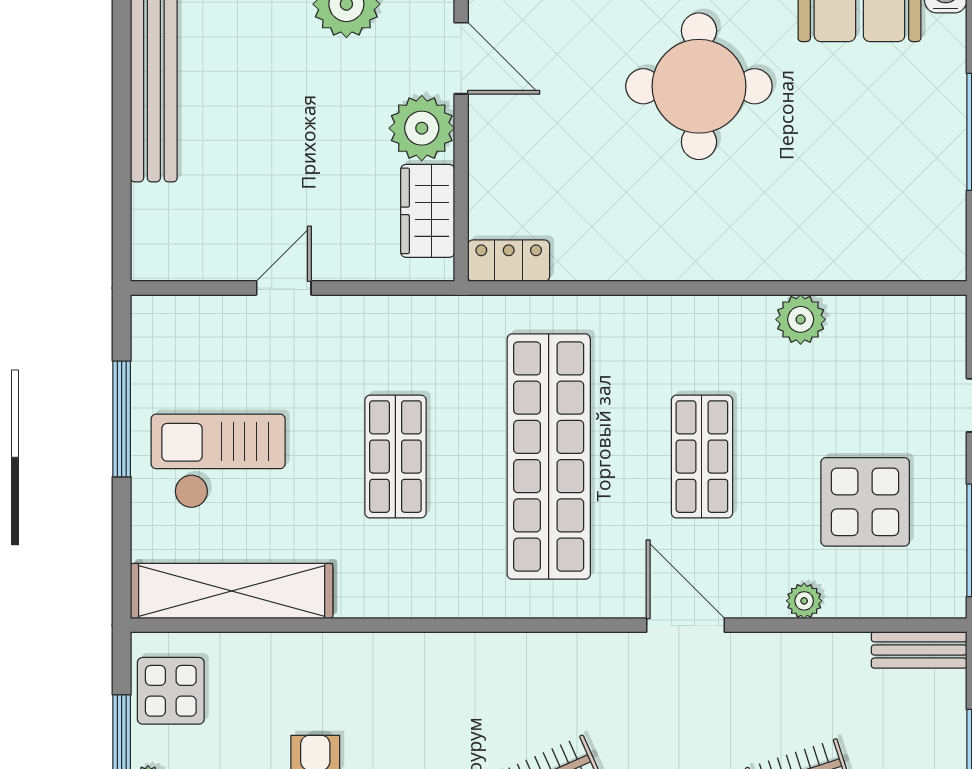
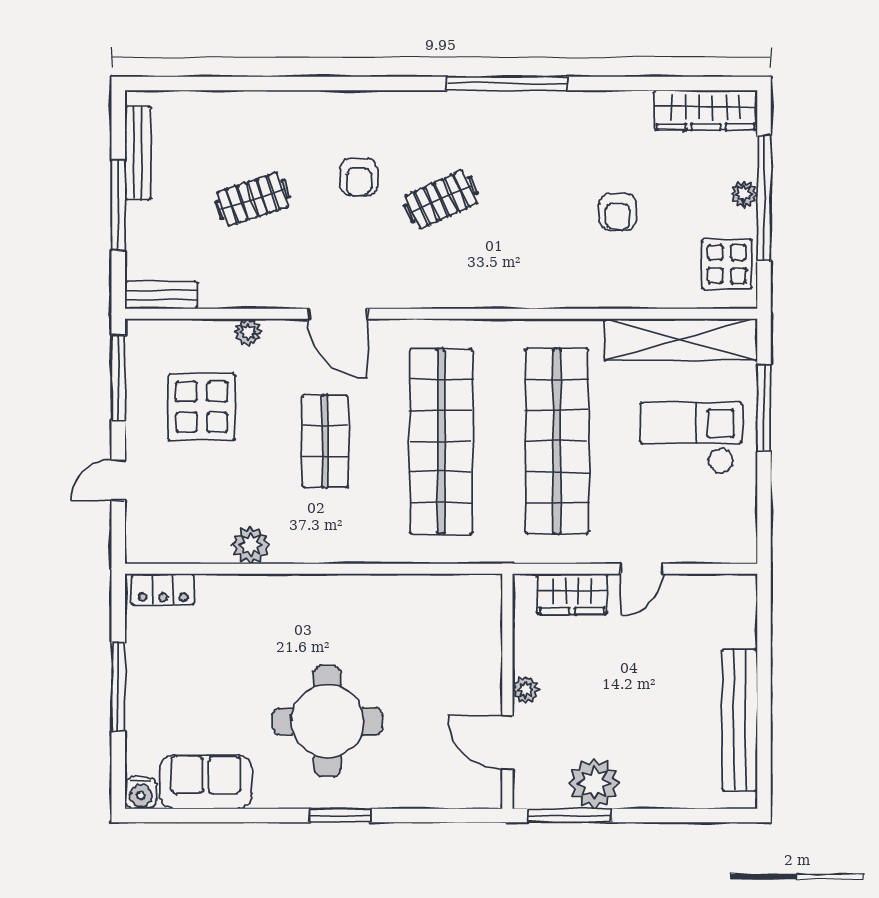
plant: (422, 128) -> (526, 690), width x0.53, depth x0.53
wardrobe: (428, 211) -> (572, 594), moved, turned 90
locker: (509, 261) -> (163, 589), moved
window: (122, 419) -> (764, 408), moved
shop shelf: (395, 457) -> (557, 441), width x2.00, depth x1.36
checkout: (218, 461) -> (691, 438), turned 180

